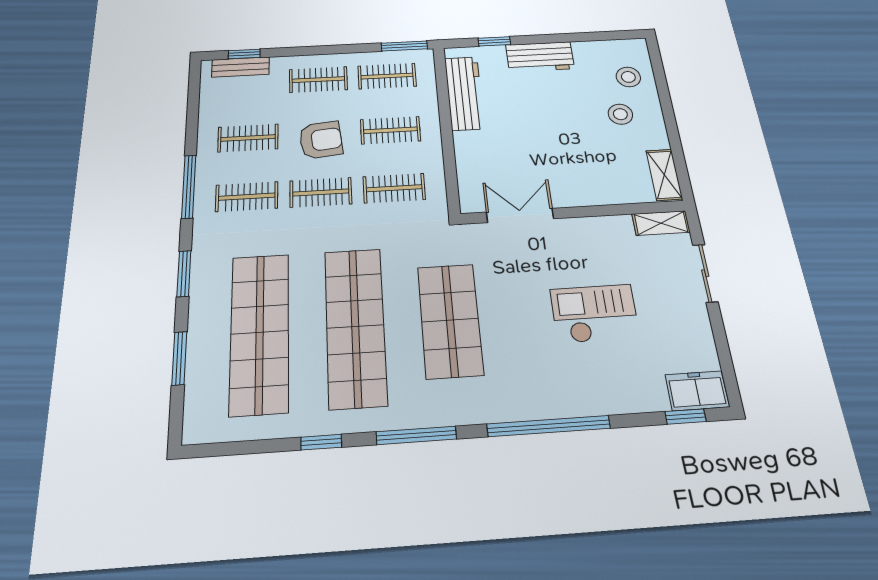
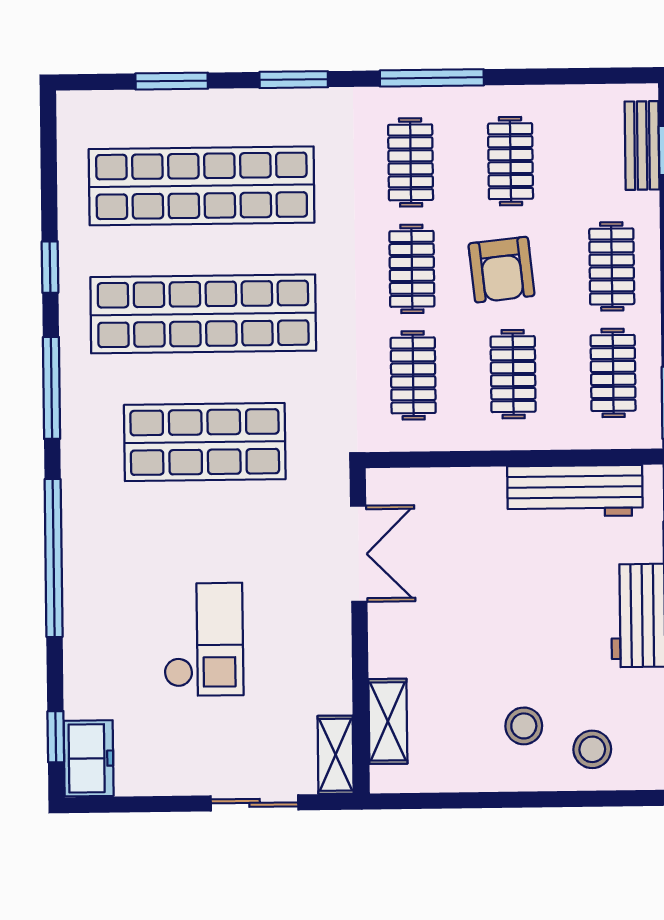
shelving: (664, 175) -> (388, 721), moved, turned 90

